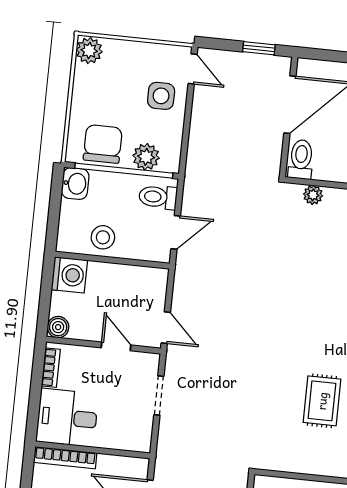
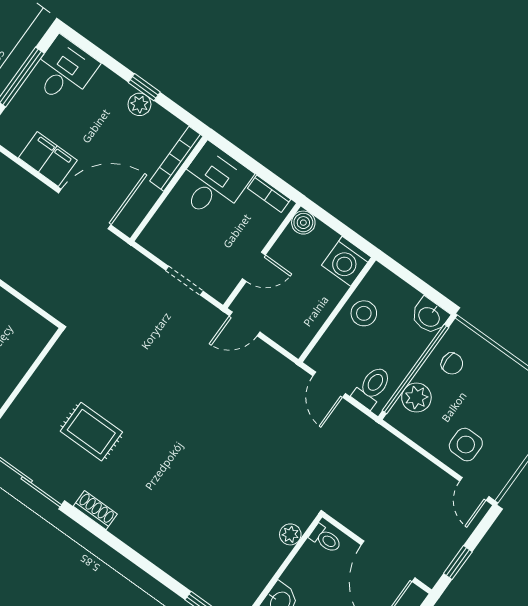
door: (193, 69) -> (474, 489), hinge flipped
chair: (103, 144) -> (452, 364), width x0.54, depth x0.54
toilet: (301, 159) -> (326, 539), width x0.73, depth x0.72

